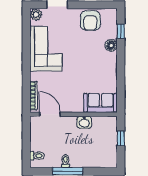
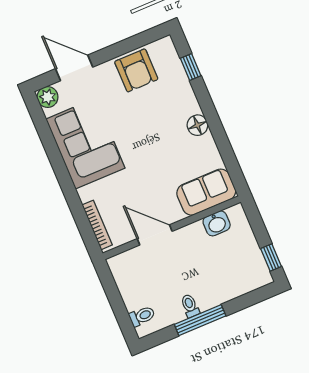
floor lamp: (111, 45) -> (197, 125), moved
door: (50, 114) -> (155, 235), moved
washbasin: (84, 122) -> (217, 223), moved
window: (121, 138) -> (271, 257), moved

